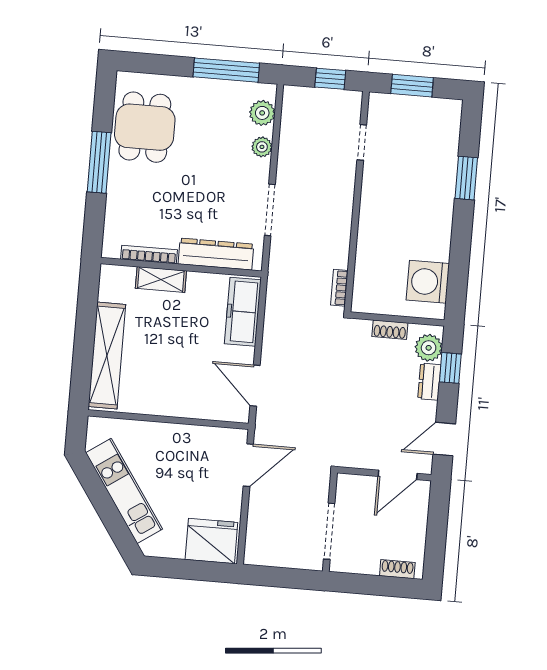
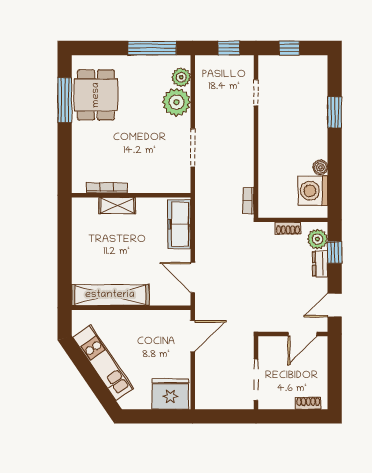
window: (412, 86) -> (289, 48), width x0.67
plant: (262, 147) -> (176, 102), width x1.87, depth x1.87
window: (99, 162) -> (65, 100), moved
boiler: (441, 251) -> (320, 167), added
dresser: (216, 254) -> (156, 183), removed
shelving: (107, 356) -> (110, 295), moved, turned 90

